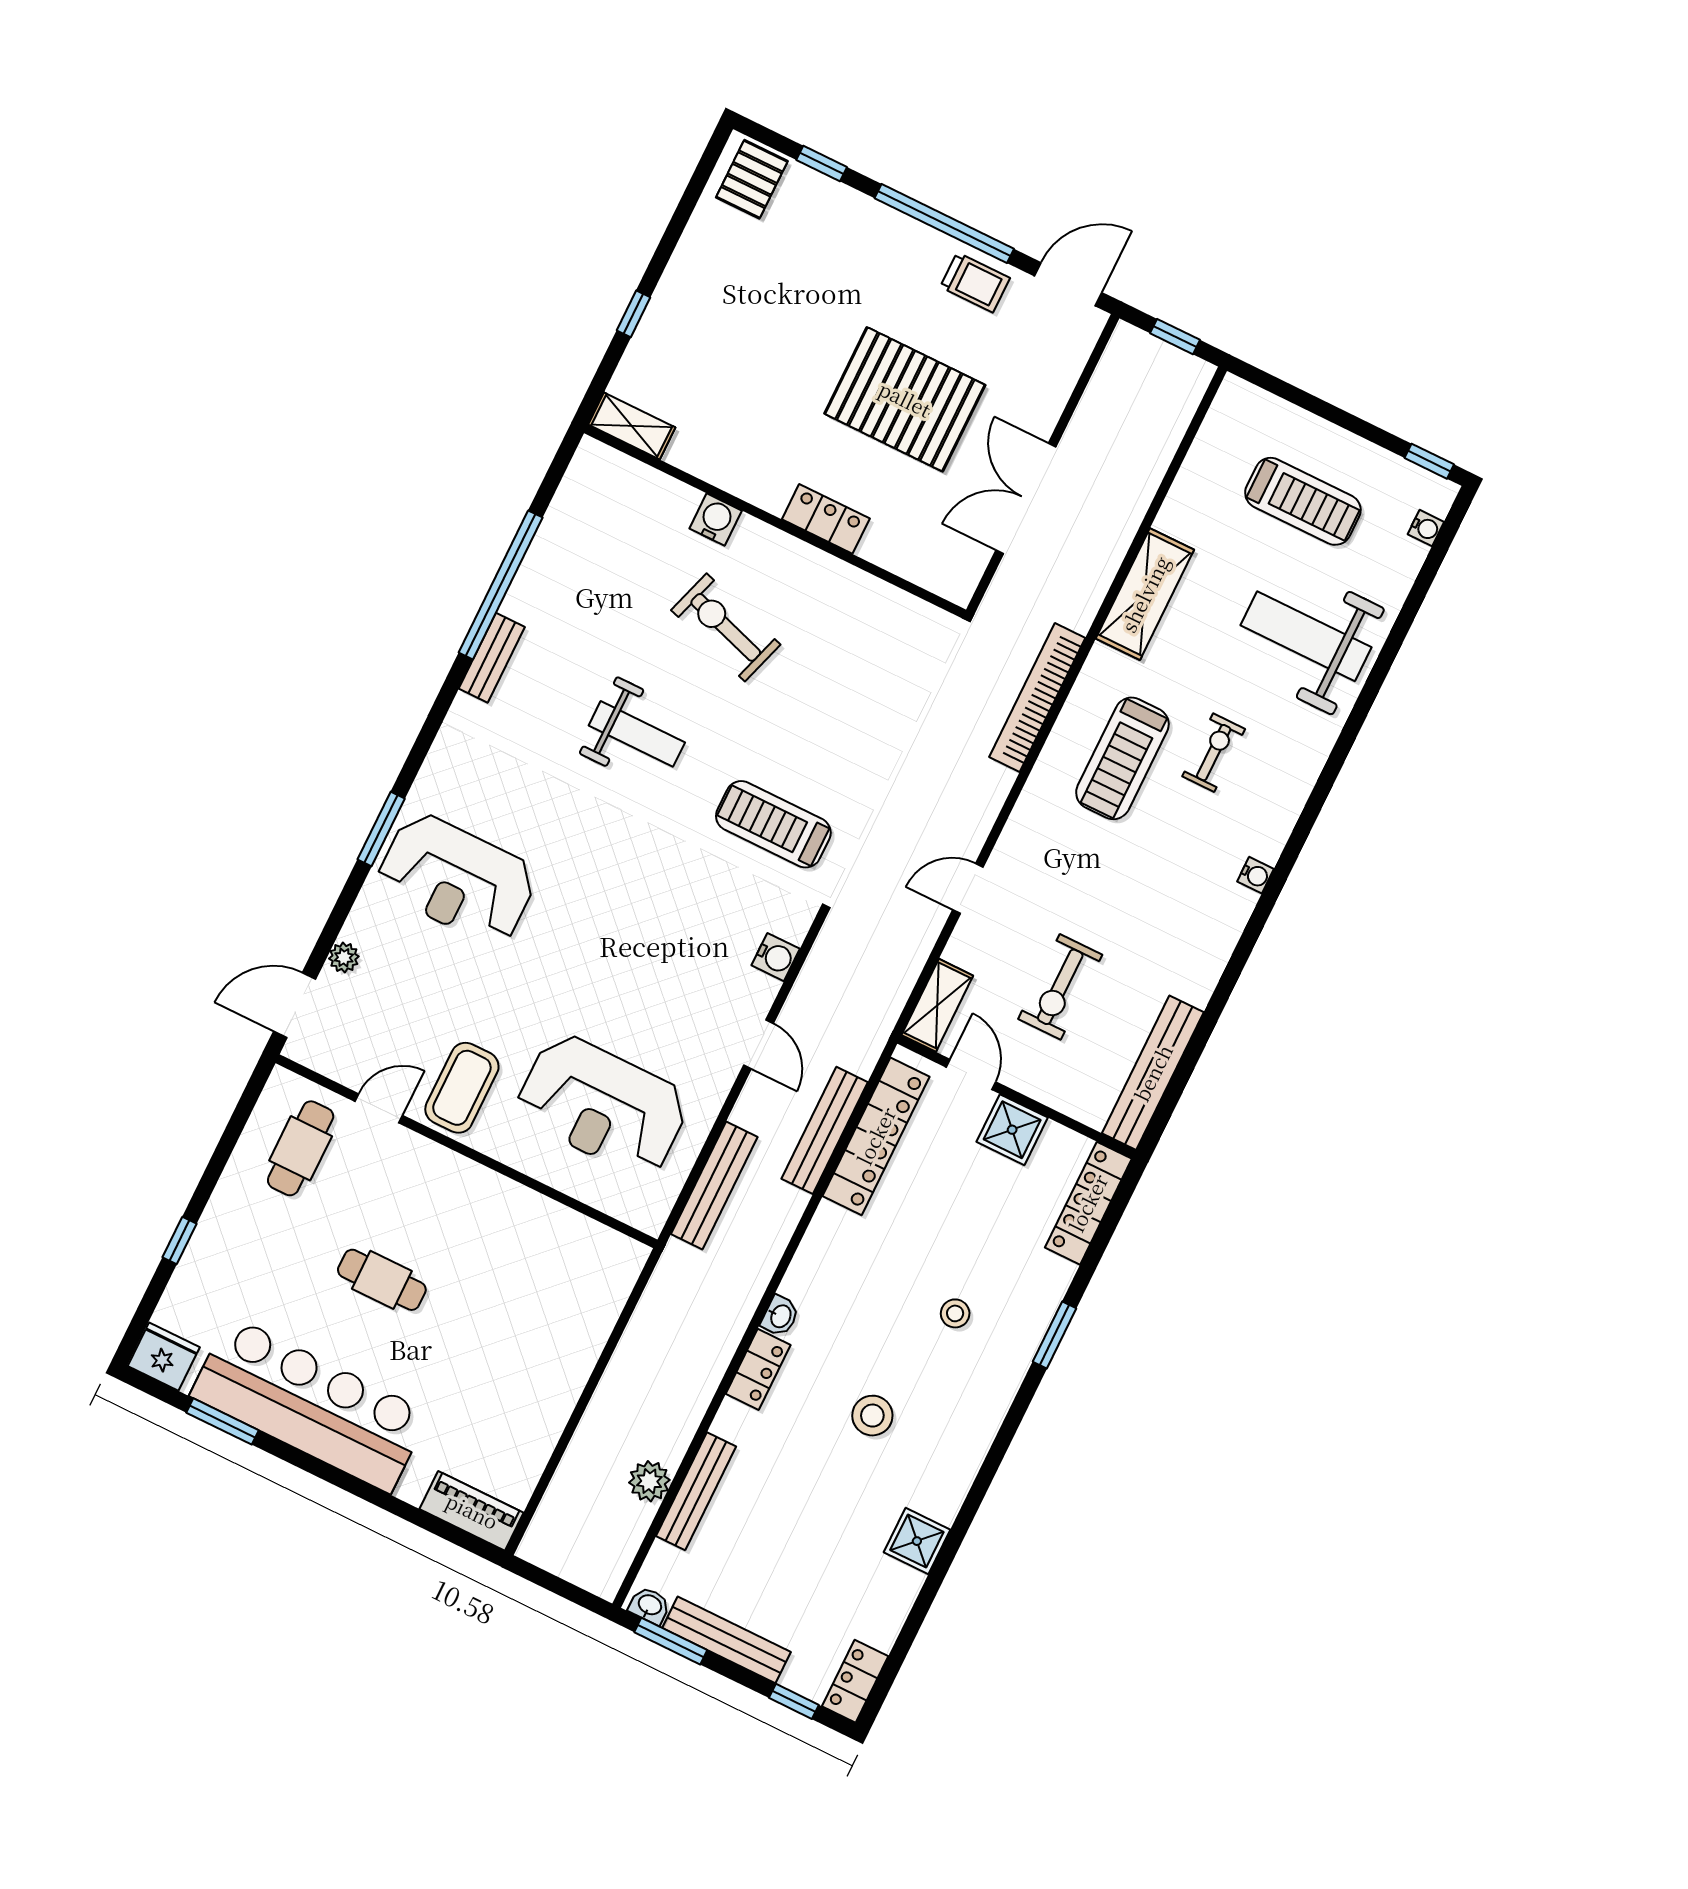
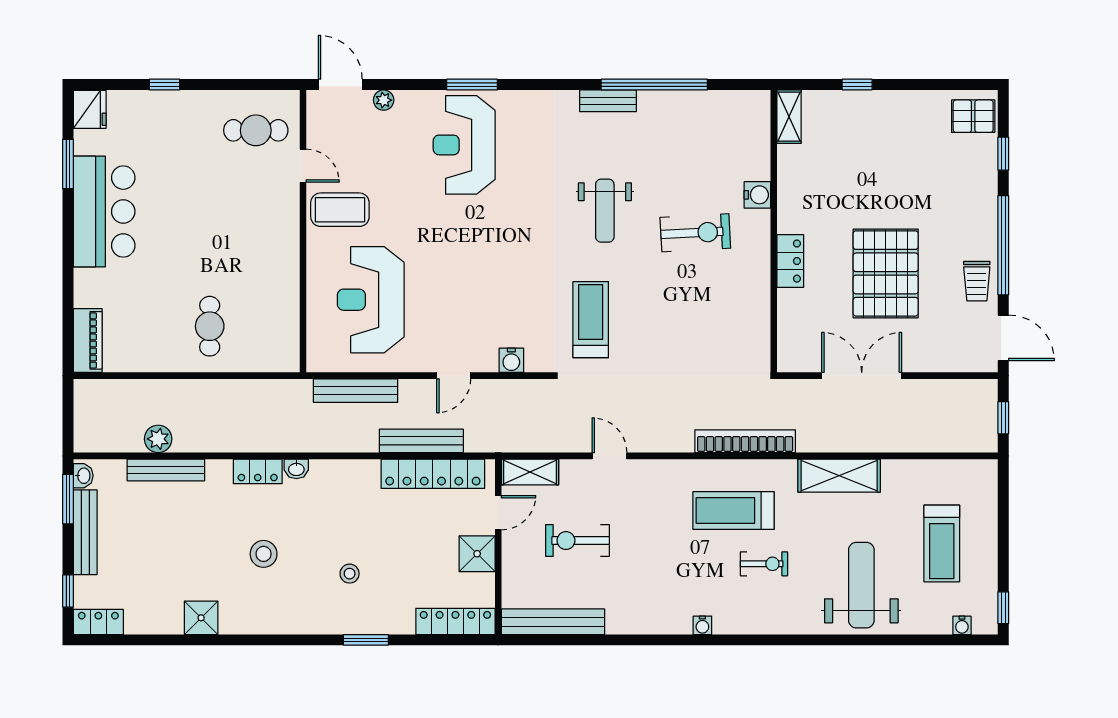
exercise bike: (726, 627) -> (695, 233), turned 69
cafe table: (382, 1280) -> (210, 326), moved
bar counter: (310, 1404) -> (104, 212), width x0.73

